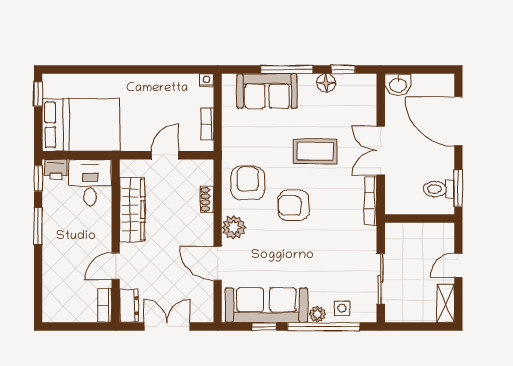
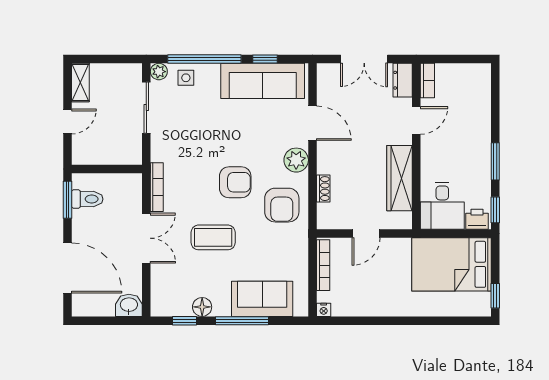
bookcase: (207, 124) -> (323, 265), width x1.56
plant: (317, 314) -> (159, 72), moved

